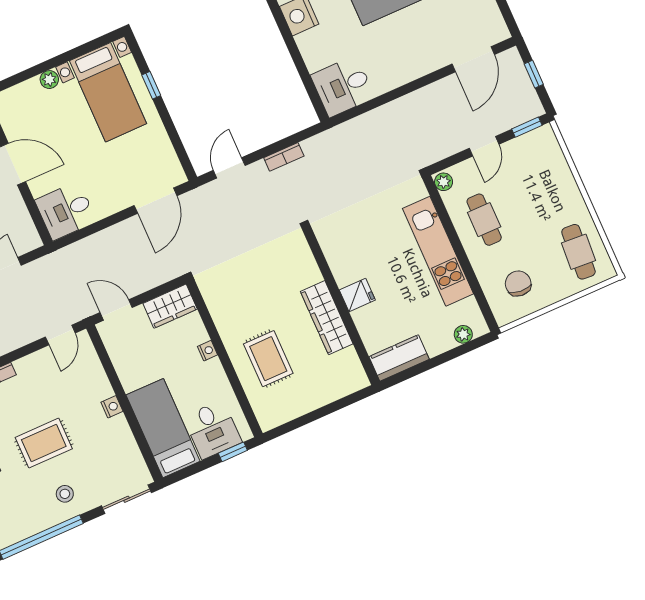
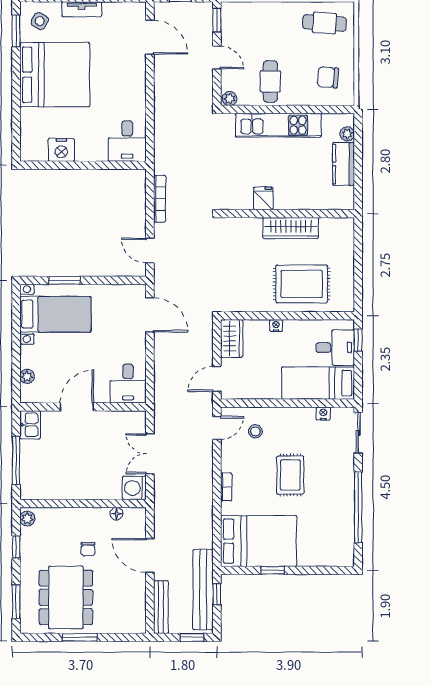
plant: (49, 80) -> (27, 376), moved
window: (151, 85) -> (64, 280), width x1.50
bookcase: (284, 157) -> (160, 199), width x1.56
cafe table: (484, 220) -> (270, 81), turned 90
fridge: (357, 295) -> (263, 198), moved
door: (60, 335) -> (217, 428), hinge flipped
kitchen counter: (399, 358) -> (344, 164), moved
rug: (268, 359) -> (302, 284), width x1.36, depth x1.43
nightstand: (112, 407) -> (323, 413), moved
stool: (65, 494) -> (255, 431), moved

